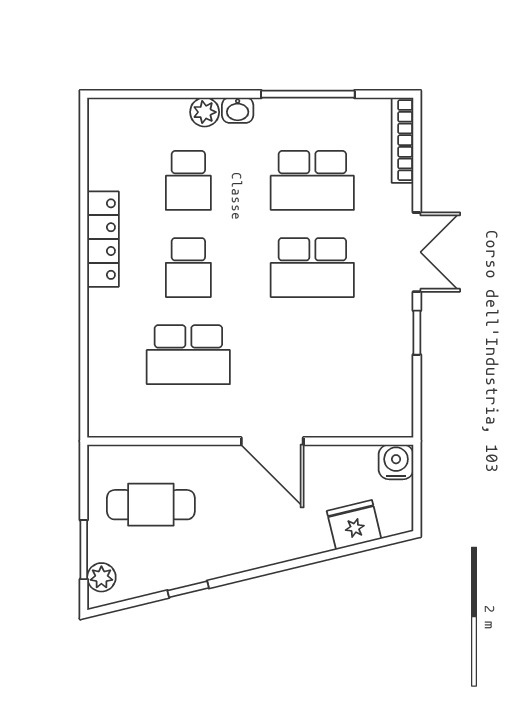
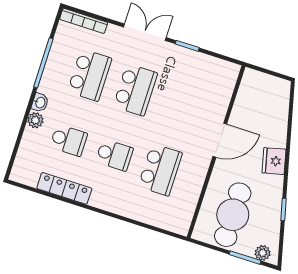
locker: (103, 239) -> (64, 188), moved
water cooler: (396, 462) -> (252, 79), removed
cafe table: (151, 505) -> (233, 215), width x1.37, depth x1.35
fridge: (354, 525) -> (274, 161), moved

